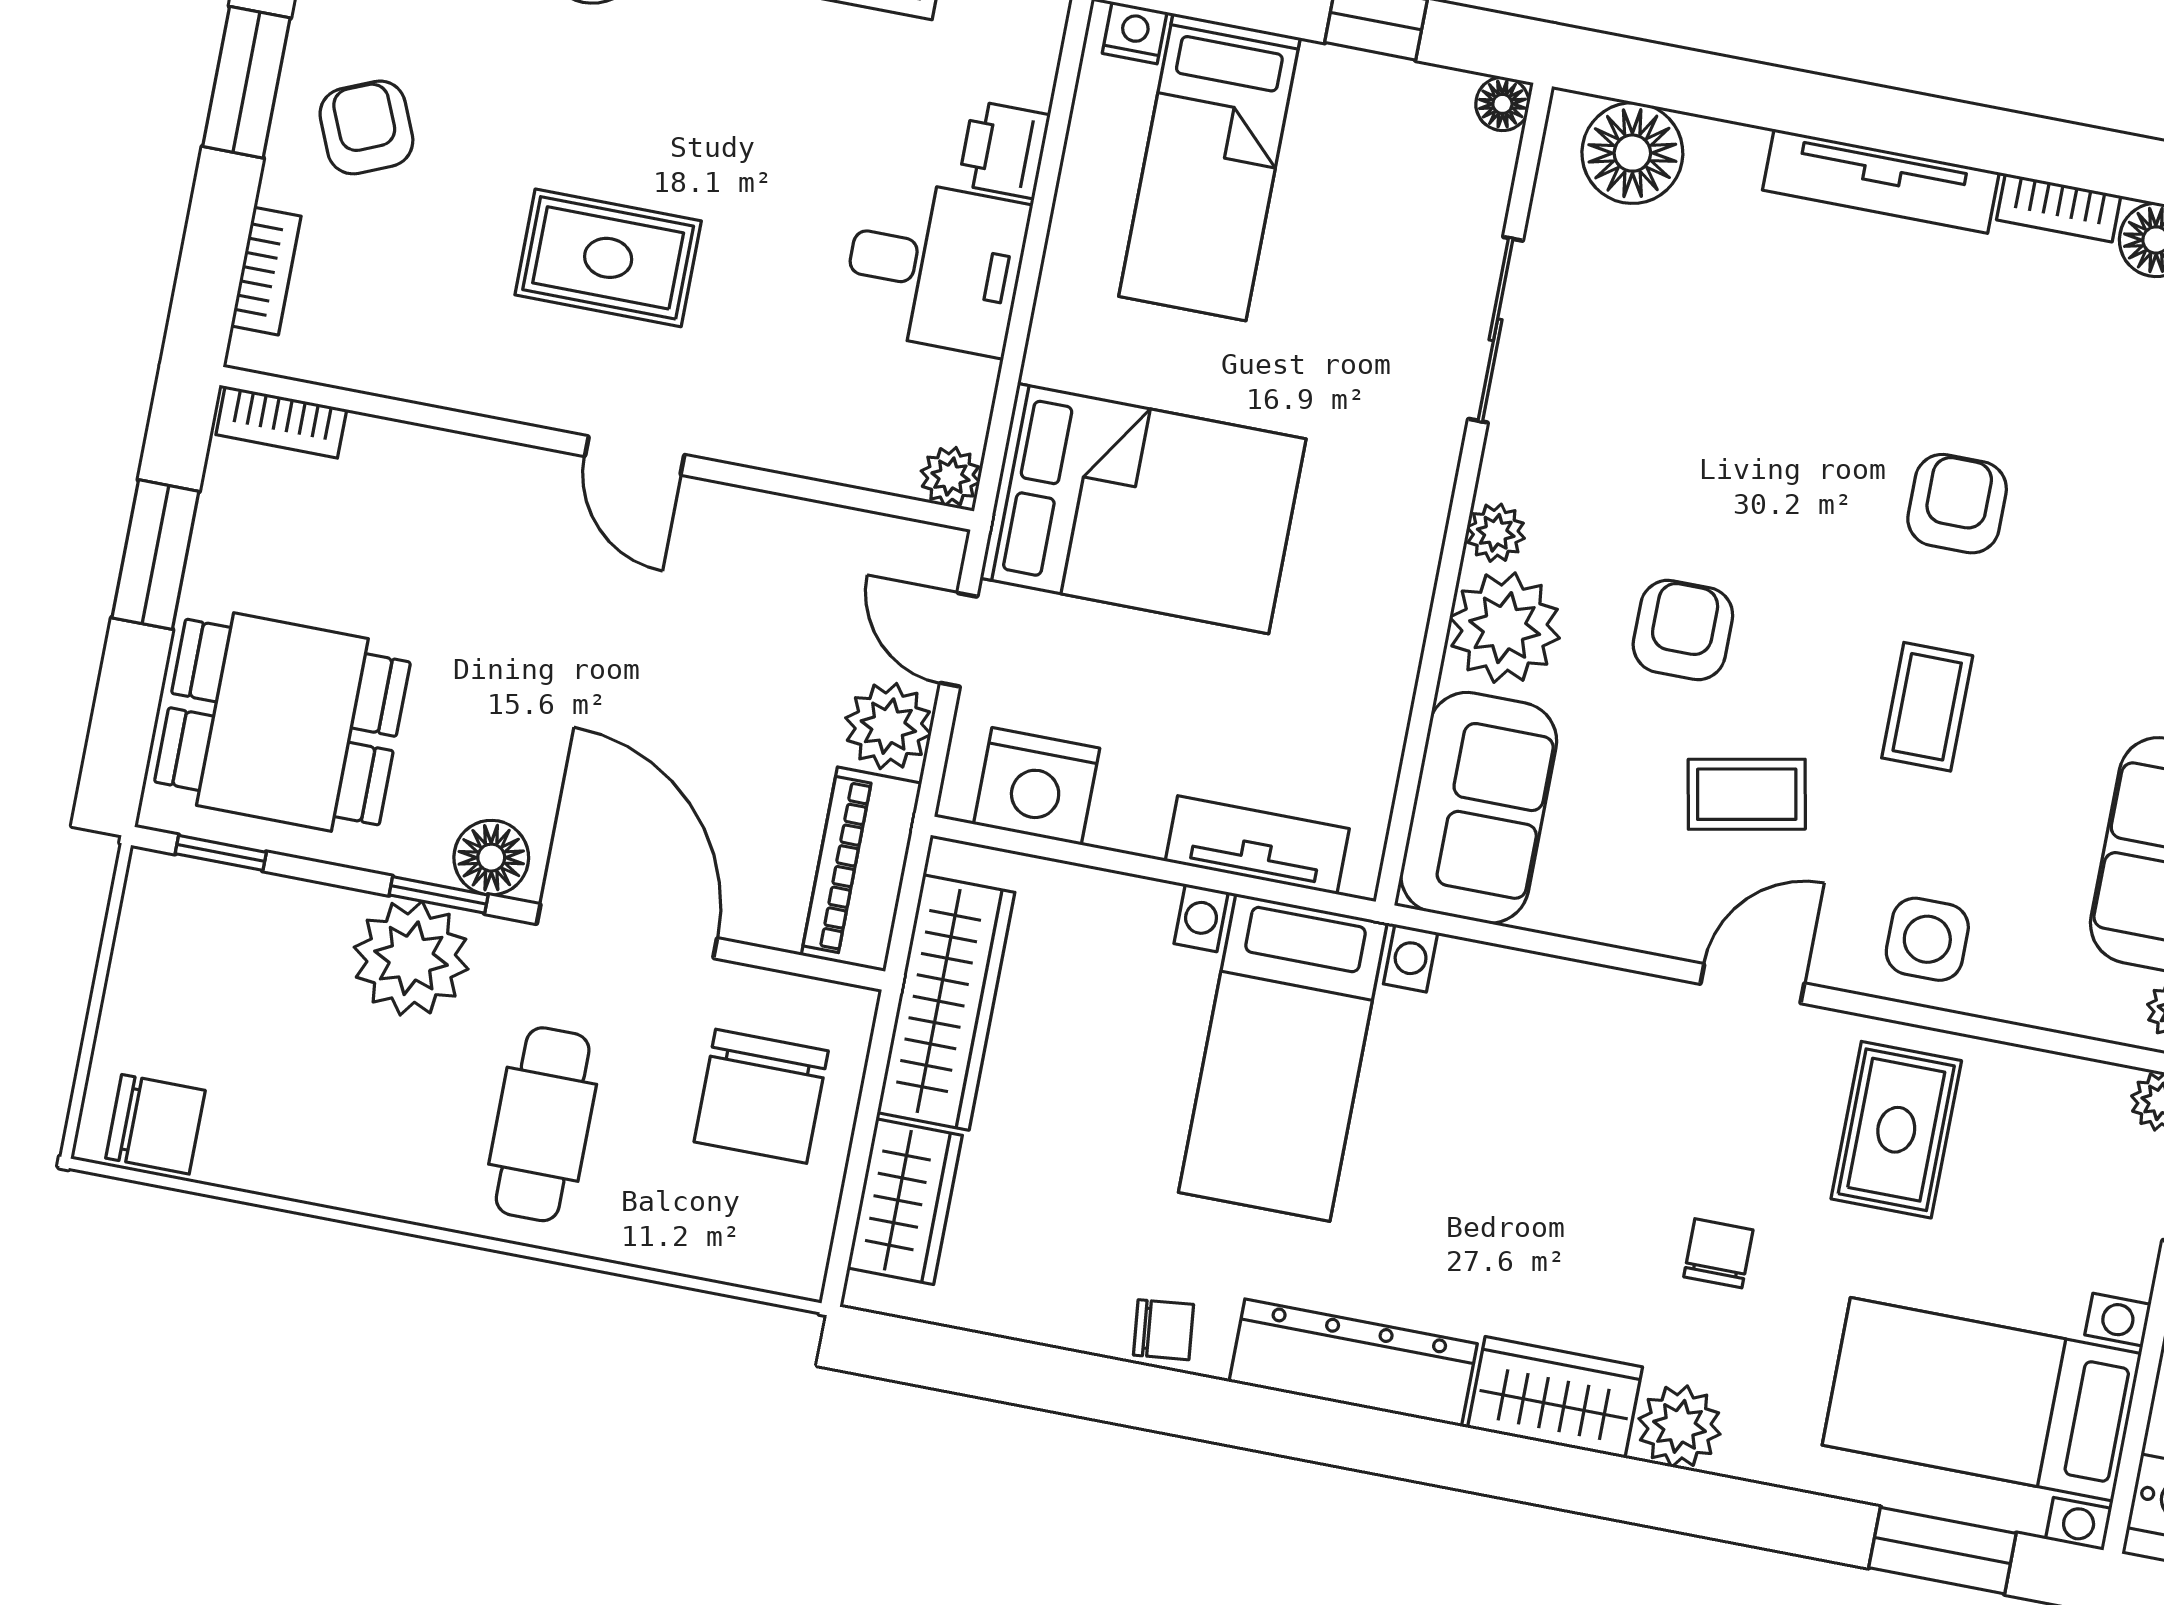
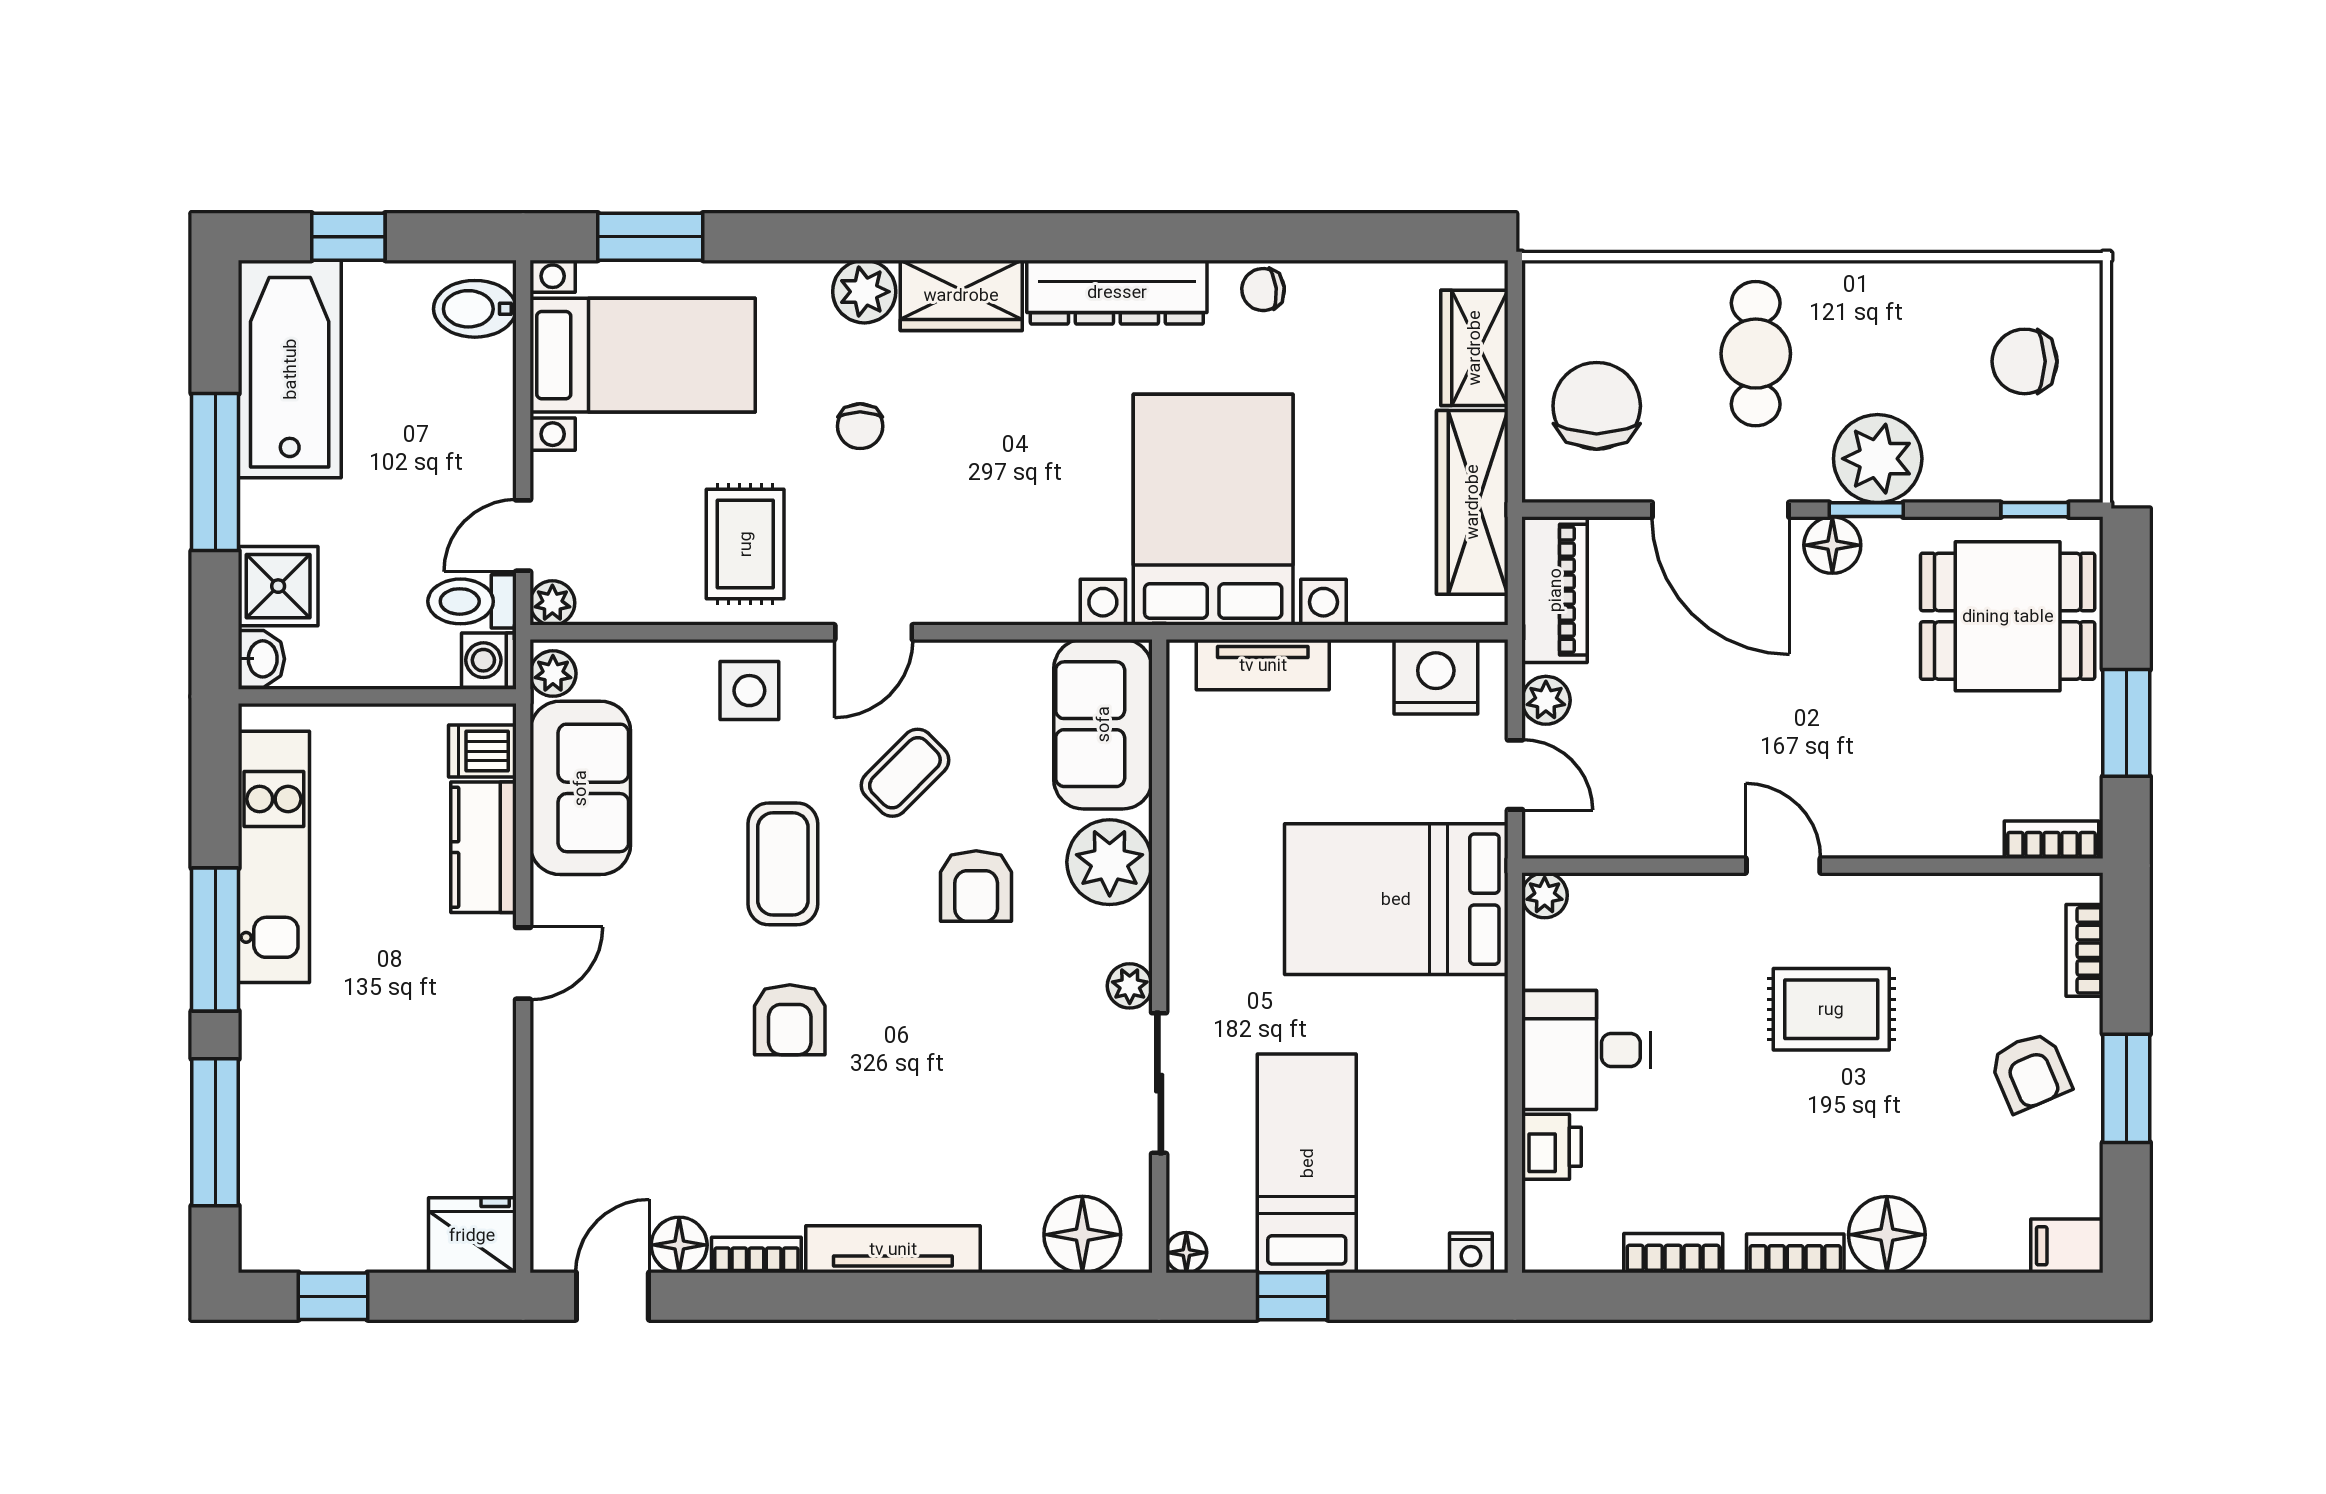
bed: (1209, 167) -> (1307, 1163), moved
plant: (1496, 533) -> (1130, 986), moved
coffee table: (1927, 707) -> (783, 864), width x1.36, depth x1.30
plant: (888, 726) -> (1546, 700), width x0.73, depth x0.73
coffee table: (1747, 794) -> (905, 773), turned -34
bed with nightstands: (1283, 1057) -> (1213, 510), width x1.36
chair: (155, 1124) -> (2025, 361), moved

